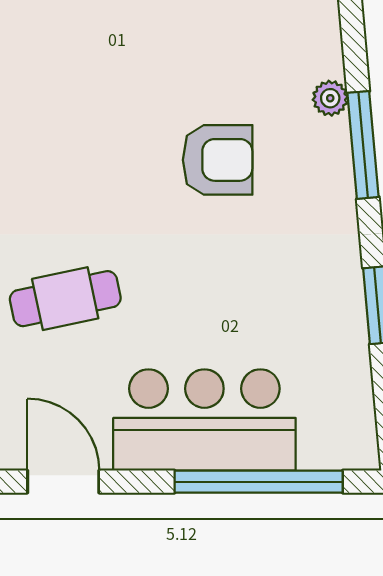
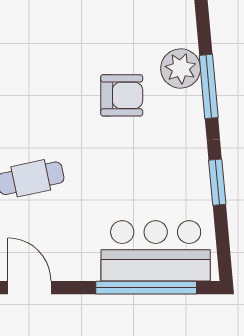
plant: (330, 98) -> (181, 69), width x1.88, depth x1.88
bar counter: (204, 420) -> (156, 251), moved

